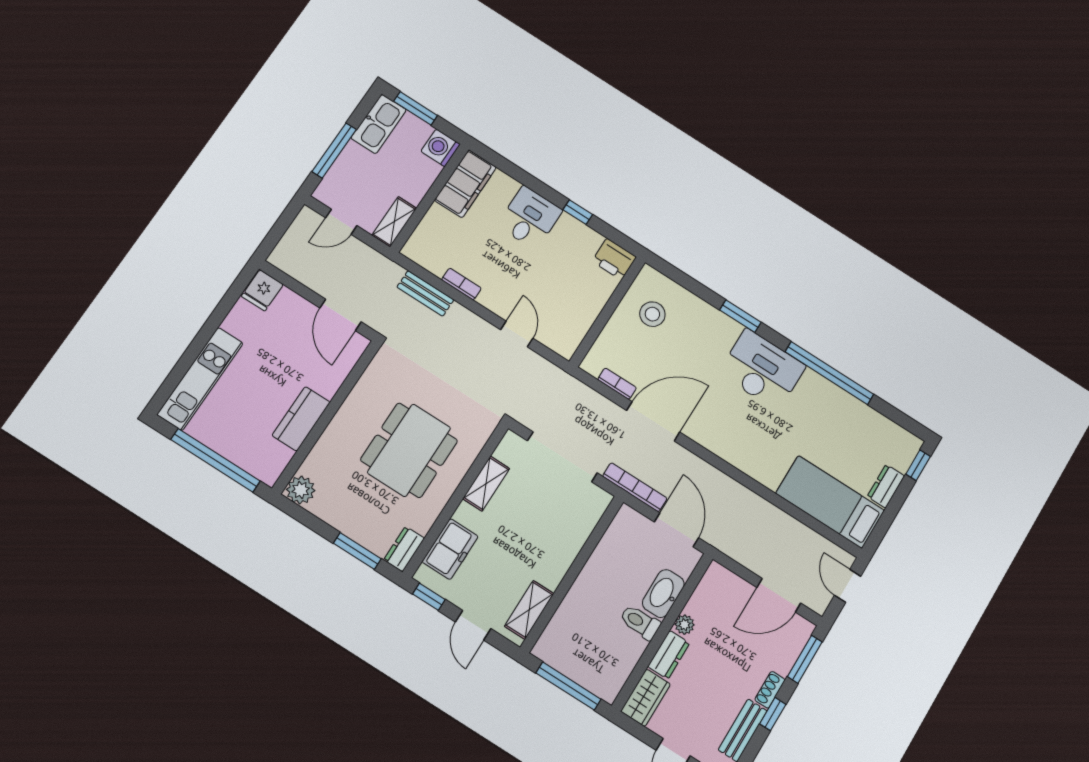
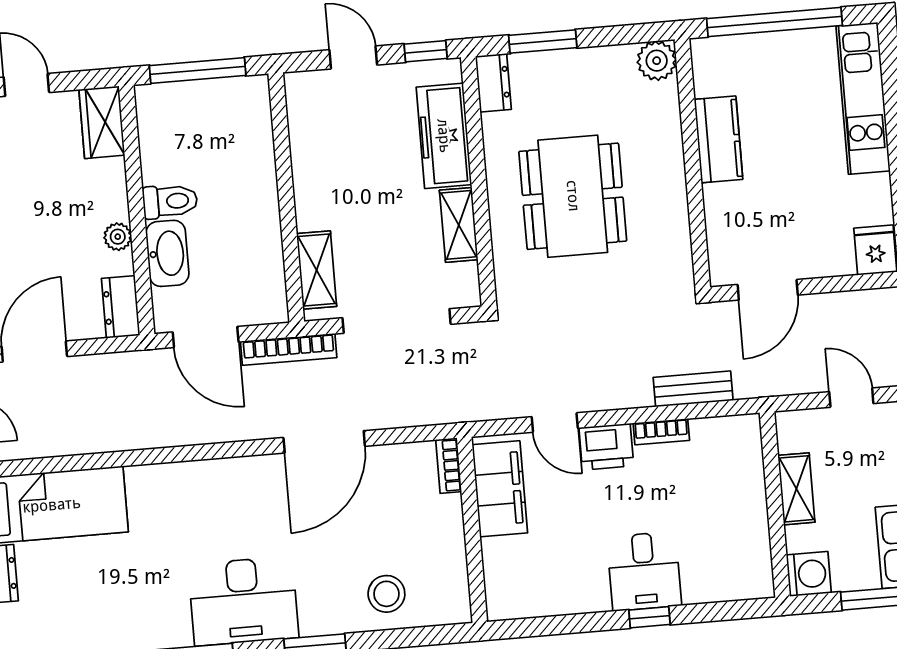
filing cabinet: (465, 184) -> (500, 489), moved, turned 180
window: (578, 212) -> (649, 617), moved
door: (341, 222) -> (851, 398), hinge flipped
shelving: (394, 222) -> (796, 489), moved
printer: (614, 259) -> (606, 447), moved, turned 180
stool: (652, 314) -> (386, 594), moved
door: (341, 315) -> (768, 290), swing flipped
bookcase: (617, 384) -> (449, 466), moved, turned 90
freezer: (450, 549) -> (444, 136), width x1.40
shelving: (529, 610) -> (317, 270), moved
dresser: (669, 655) -> (121, 307), moved

